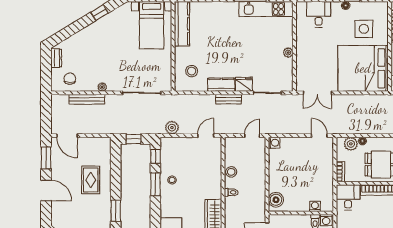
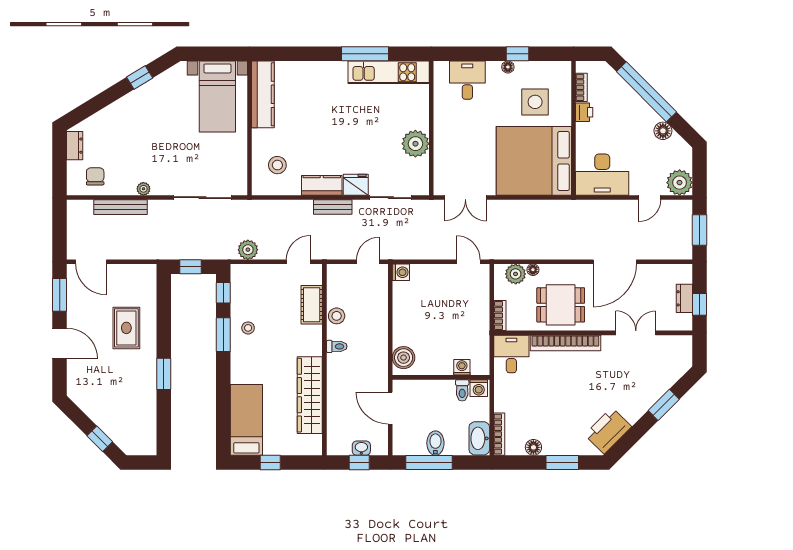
plant: (288, 53) -> (415, 144), width x1.88, depth x1.88
cot: (215, 164) -> (312, 305), added

